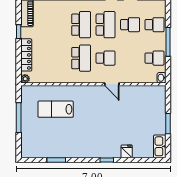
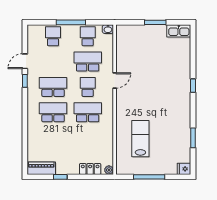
school desk: (130, 25) -> (88, 62), moved, width x1.85
locker: (26, 55) -> (90, 169), width x0.66
lab bench: (56, 109) -> (140, 139), turned 180
fridge: (127, 151) -> (184, 169), moved

